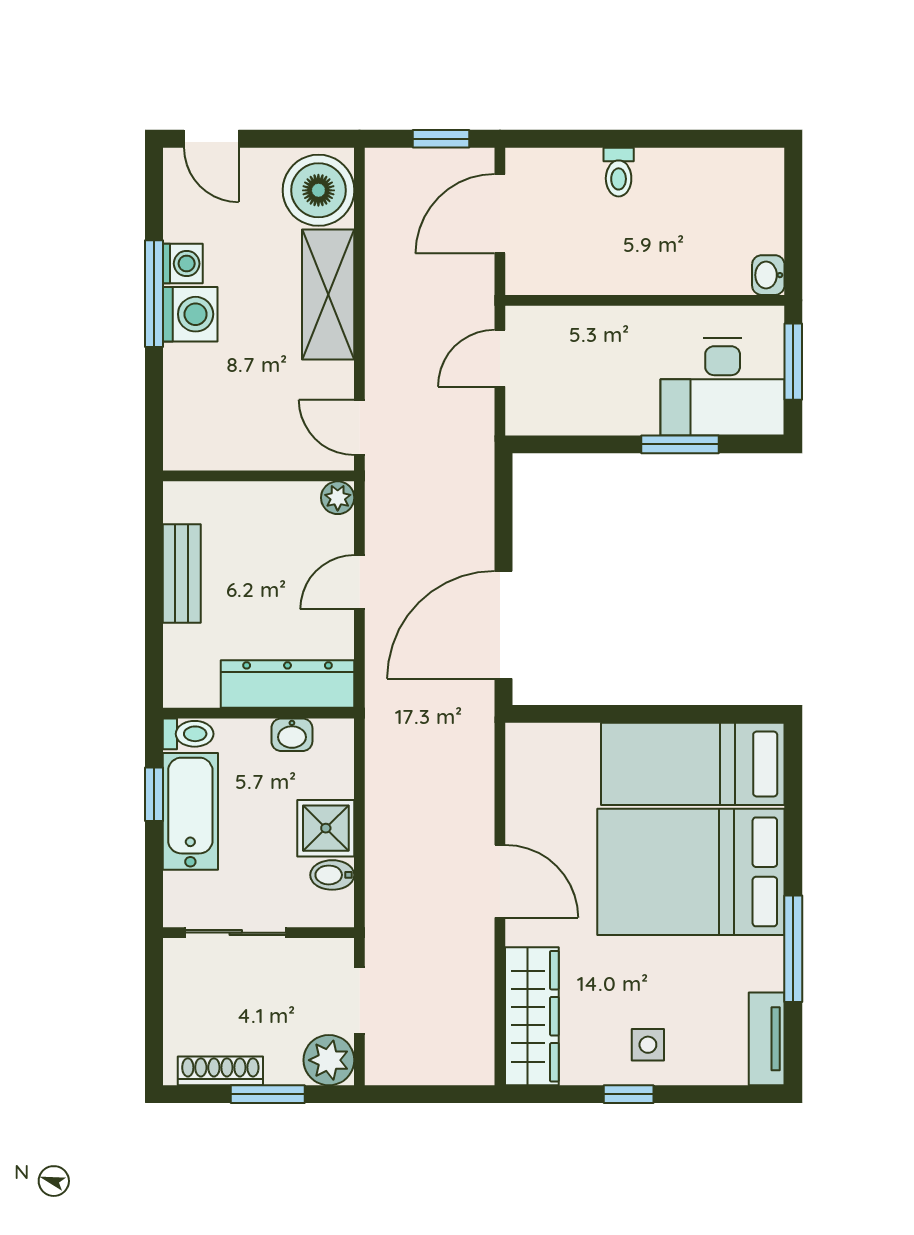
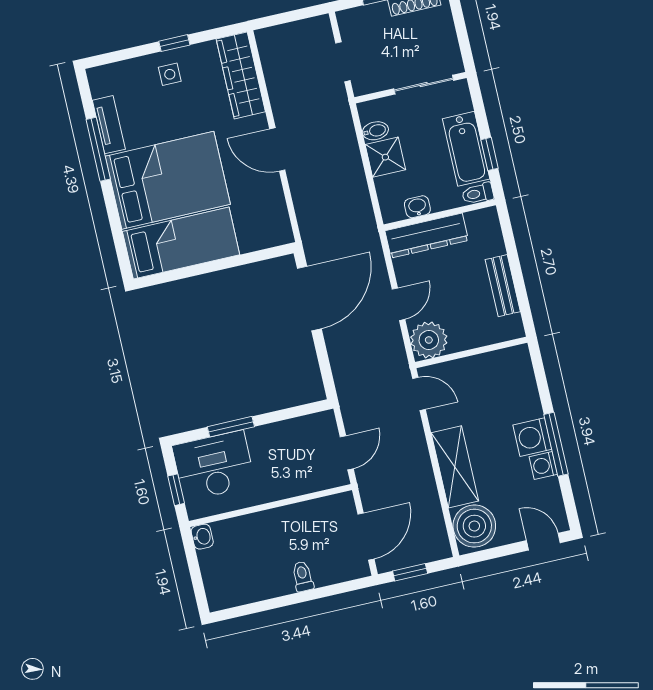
window: (793, 362) -> (176, 490), width x0.67
plant: (338, 498) -> (429, 340), width x1.88, depth x1.88
tv unit: (767, 1039) -> (109, 125), moved
plant: (329, 1060) -> (353, 23), removed

